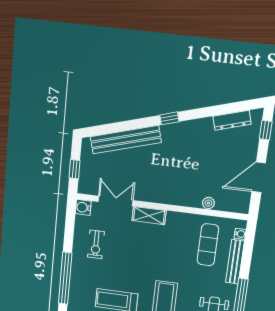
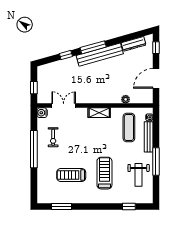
window: (169, 118) -> (93, 47), width x2.17
window: (127, 126) -> (66, 55), added
bench: (126, 140) -> (100, 55), moved
shelving: (149, 216) -> (99, 113), moved
window: (65, 278) -> (34, 149), moved

